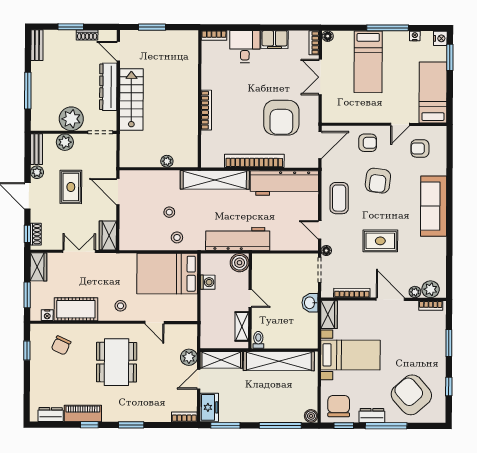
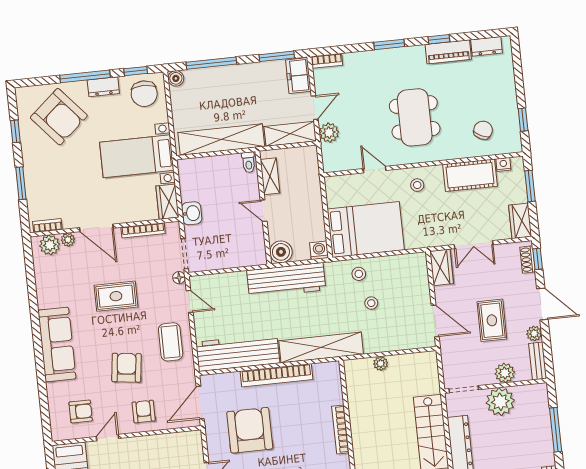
armchair: (368, 143) -> (144, 412), turned 90
washing machine: (208, 282) -> (319, 250), moved, turned 90

